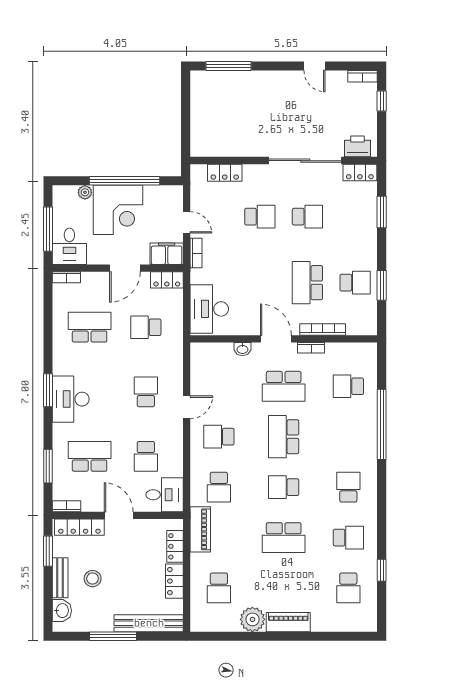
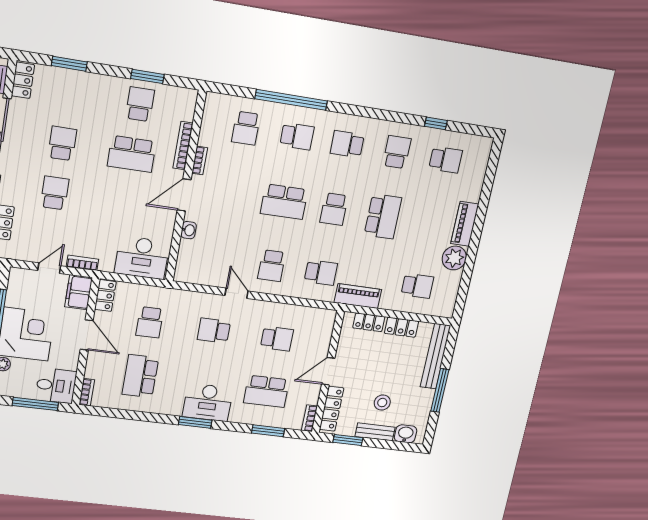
school desk: (284, 386) -> (297, 136), moved, width x0.54
school desk: (90, 456) -> (266, 391), turned -90
desk: (165, 495) -> (318, 326), removed

